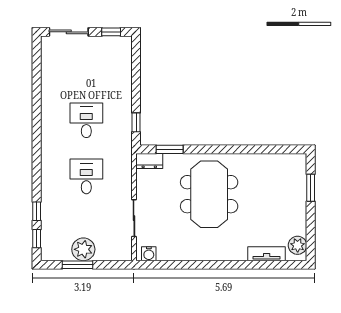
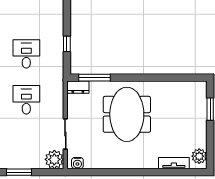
window: (136, 122) -> (67, 44), moved
window: (170, 149) -> (95, 78), width x1.44
plant: (83, 249) -> (54, 159), moved

